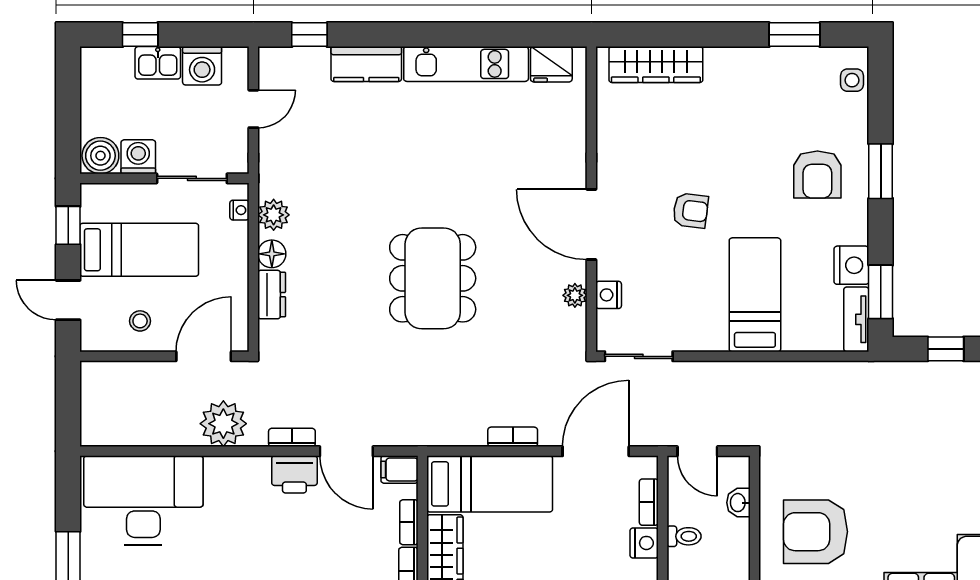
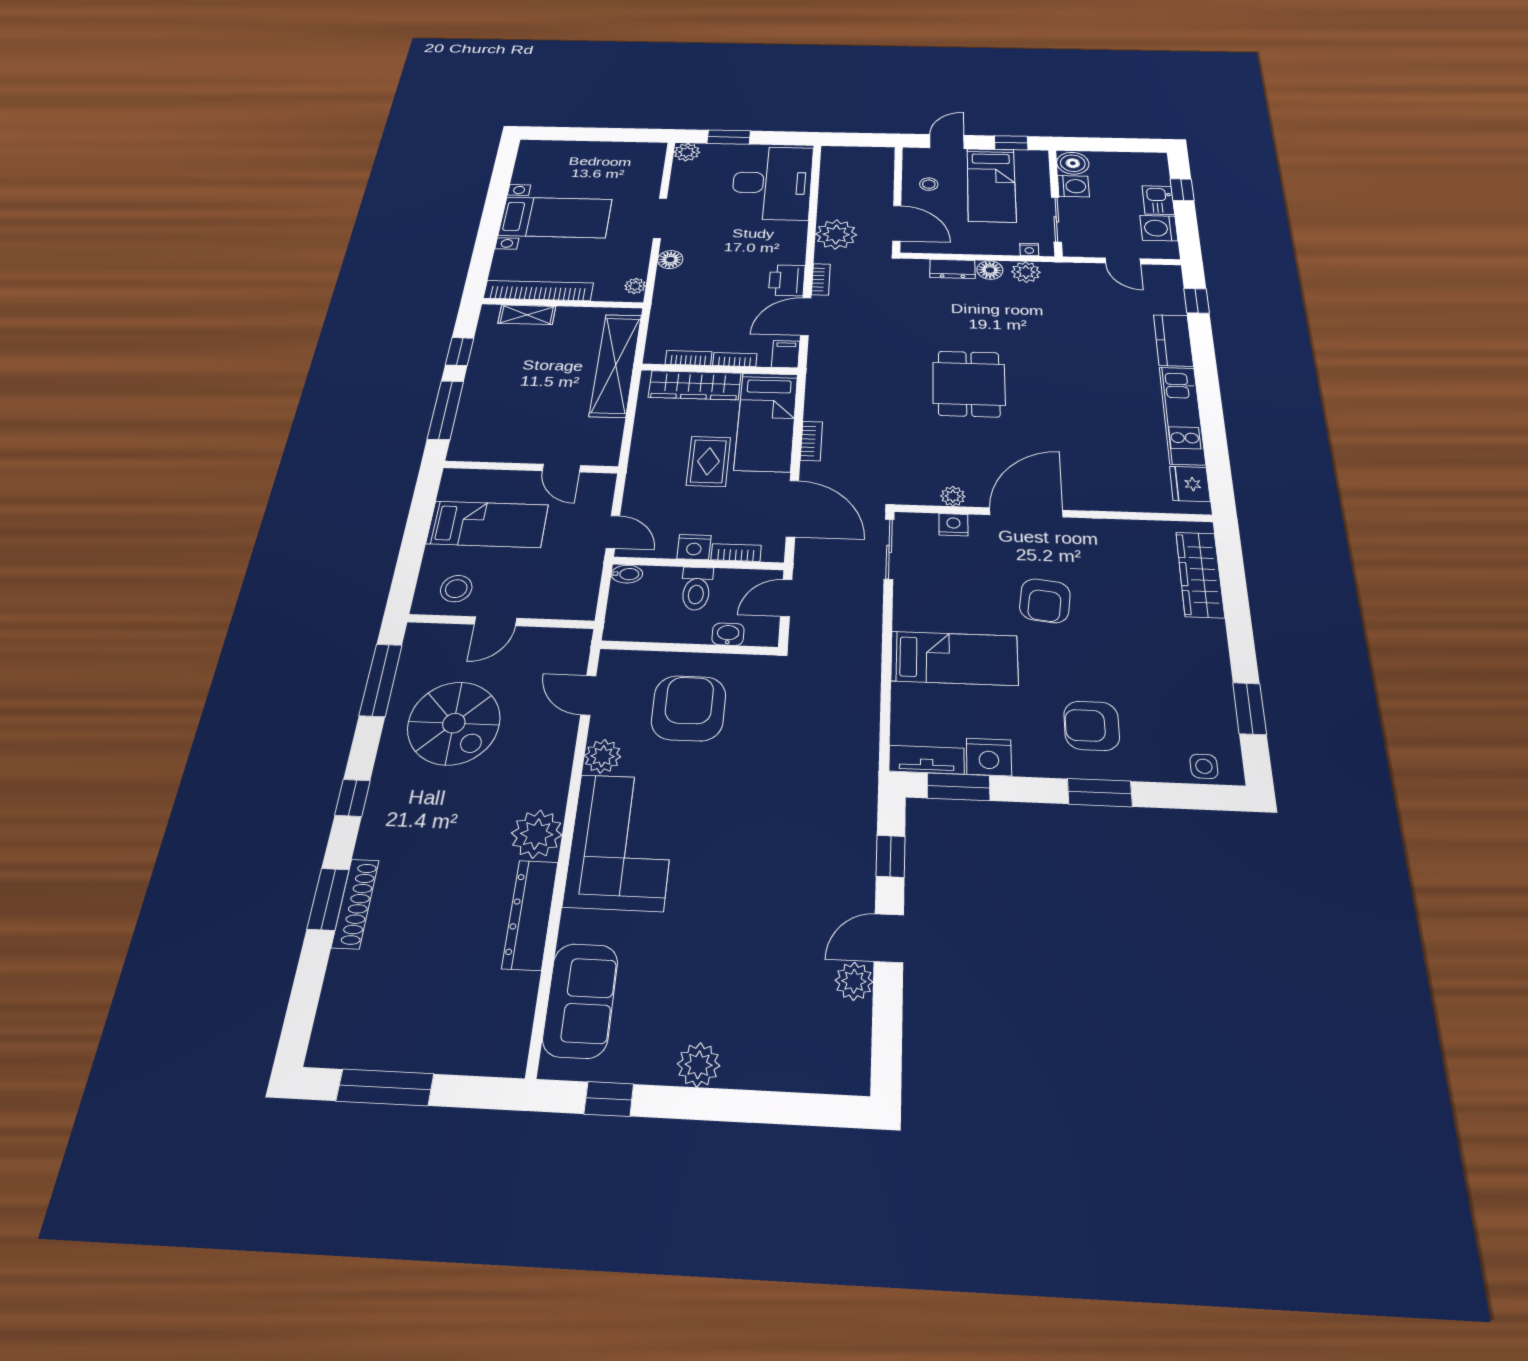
armchair: (691, 211) -> (1045, 601), width x1.38, depth x1.38
dining table: (433, 278) -> (969, 384), width x0.73
toilet: (684, 536) -> (696, 589), width x1.37, depth x1.39
rug: (542, 538) -> (708, 461), added

